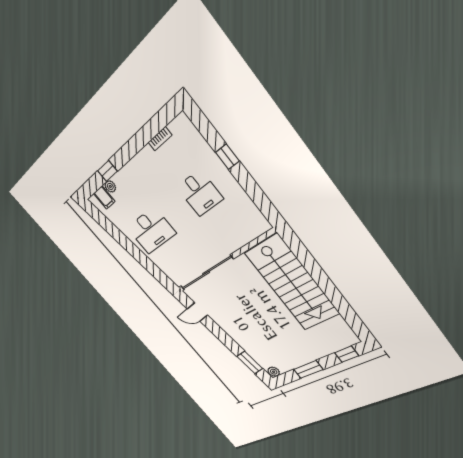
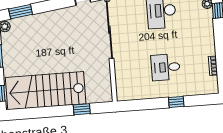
window: (308, 262) -> (82, 109), added
stairs: (292, 283) -> (46, 91), moved

